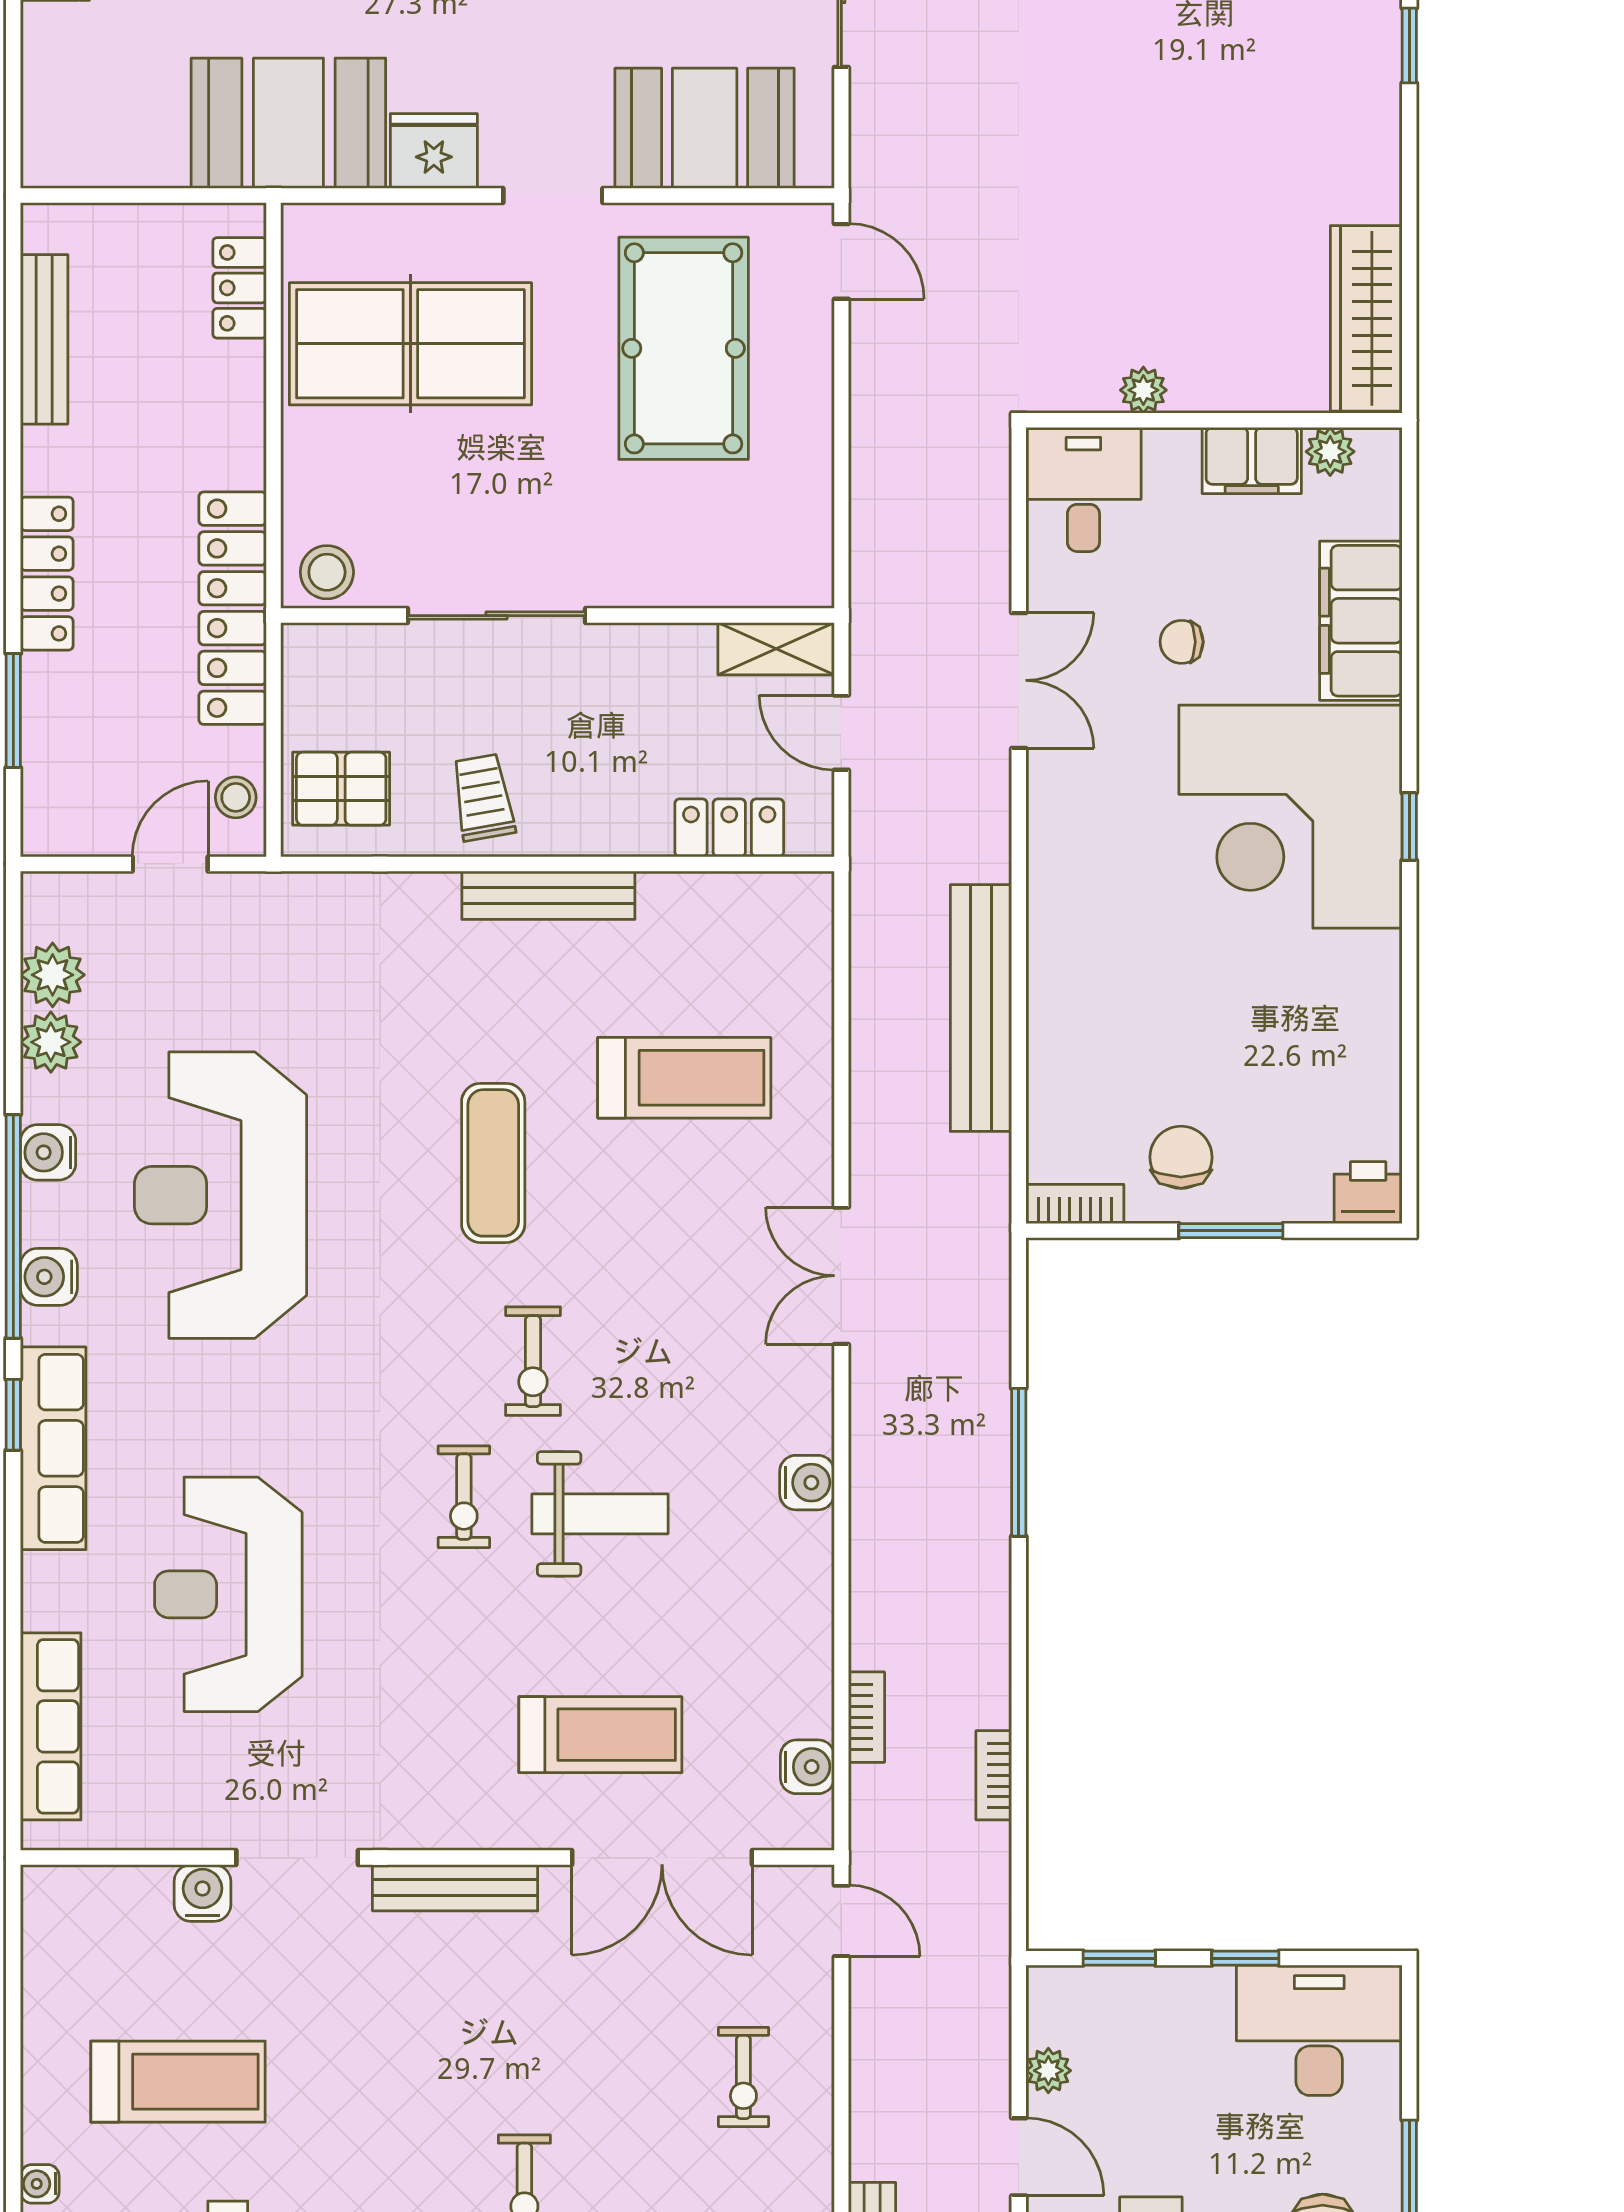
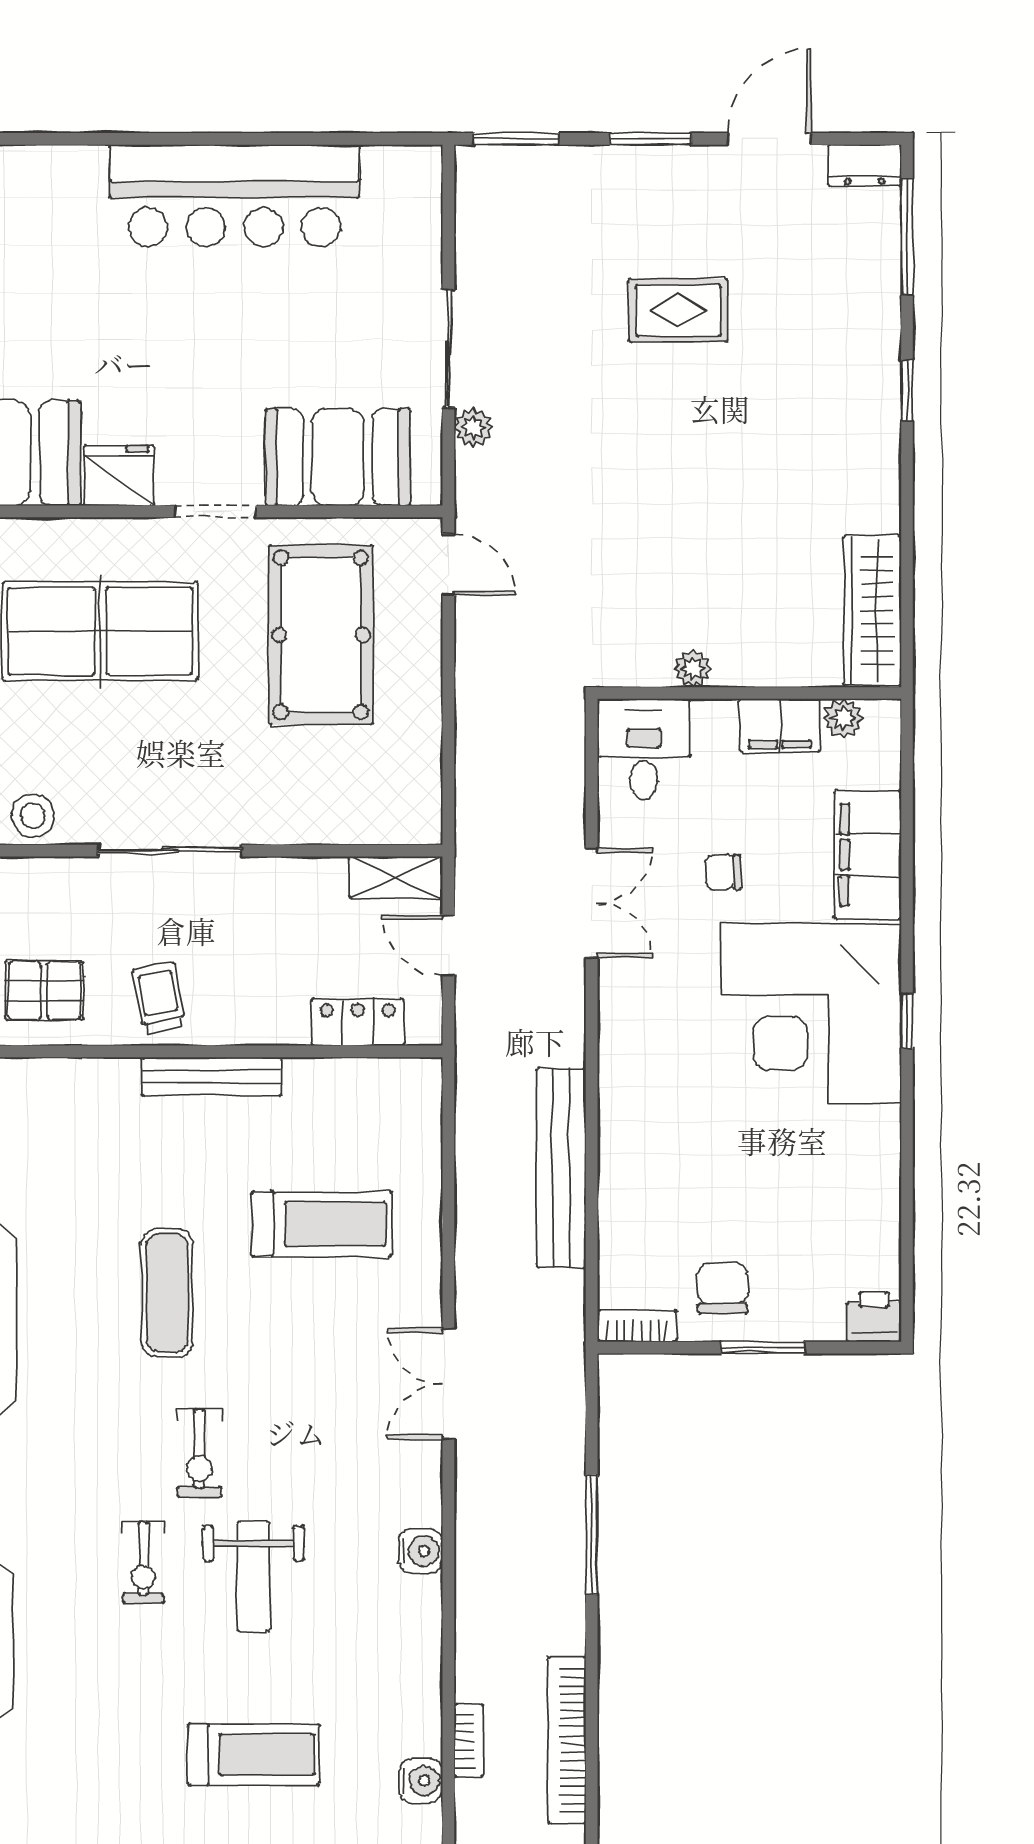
plant: (872, 91) -> (473, 427), added
weight bench: (600, 1514) -> (253, 1576), turned 90
bookcase: (994, 1775) -> (567, 1740), width x2.31, depth x1.31

